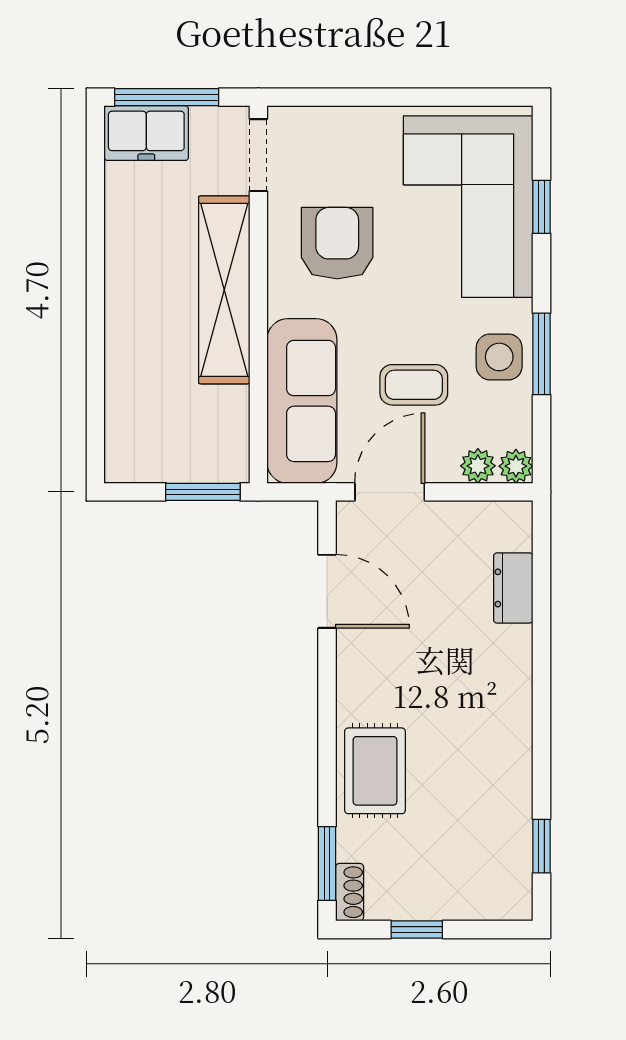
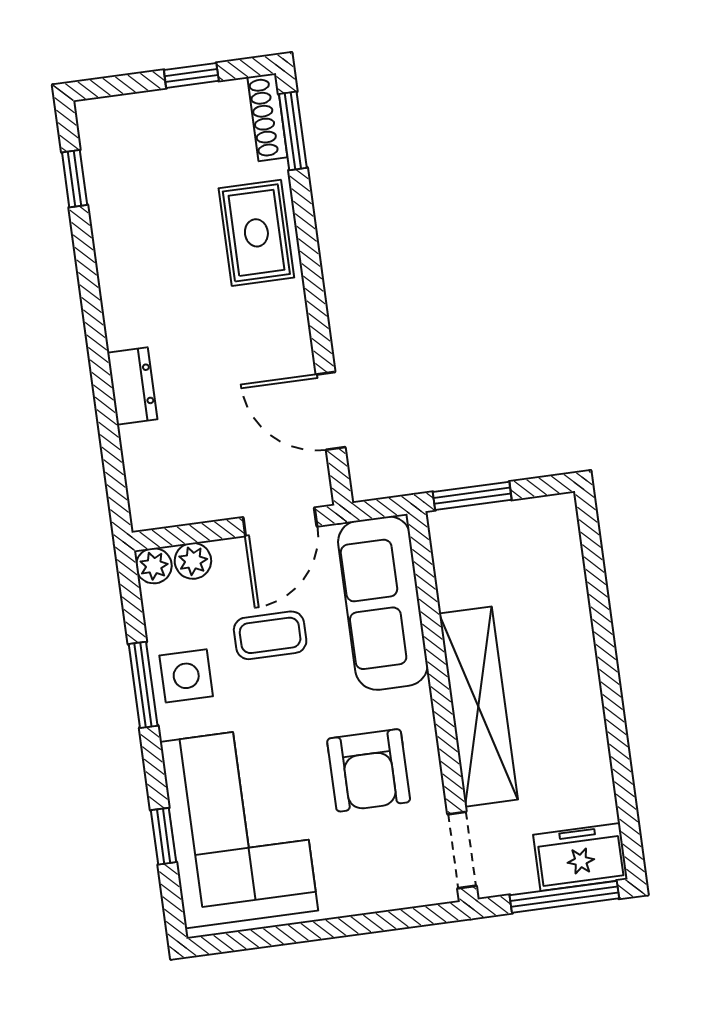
dresser: (513, 588) -> (132, 386), moved
shoe rack: (350, 892) -> (267, 117), width x1.43

